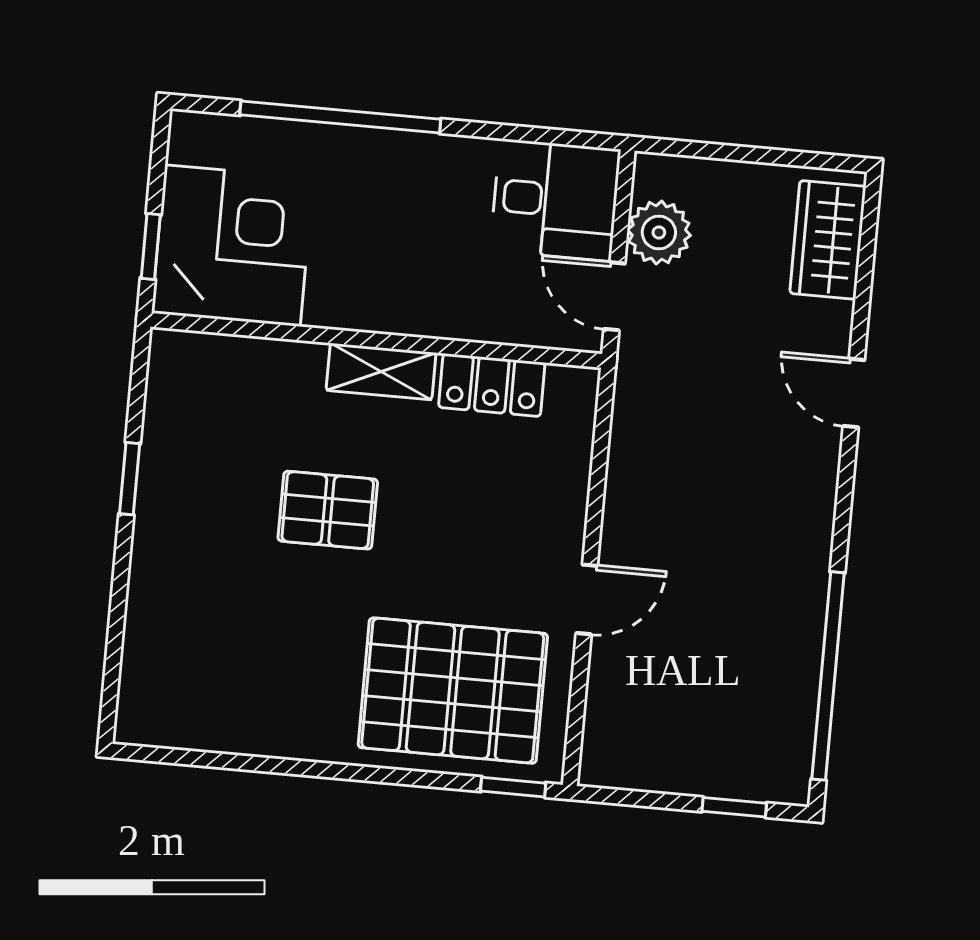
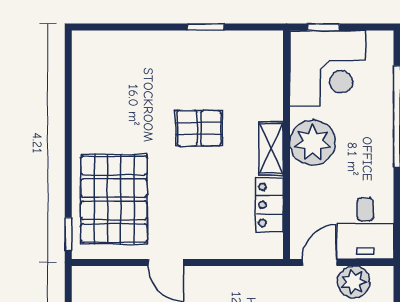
plant: (377, 288) -> (313, 143), added
pallet: (328, 510) -> (199, 128), turned 90

